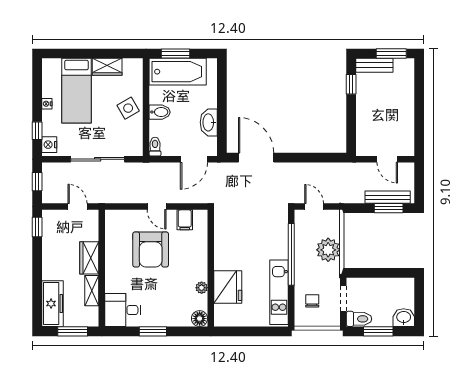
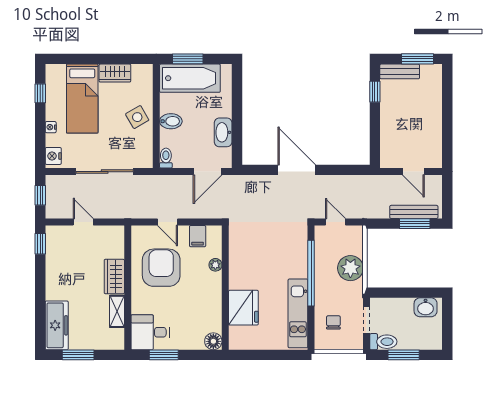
nightstand: (47, 104) -> (51, 127), moved
window: (37, 131) -> (40, 93), moved
door: (256, 158) -> (297, 170), moved
armchair: (151, 249) -> (161, 268), turned 180
wardrobe: (89, 258) -> (114, 277), moved
wall: (102, 268) -> (128, 288), moved
plant: (202, 288) -> (215, 265), moved
shelving: (92, 291) -> (117, 311), moved
desk: (123, 310) -> (150, 332), moved
washbasin: (404, 318) -> (426, 307), moved, turned 180

